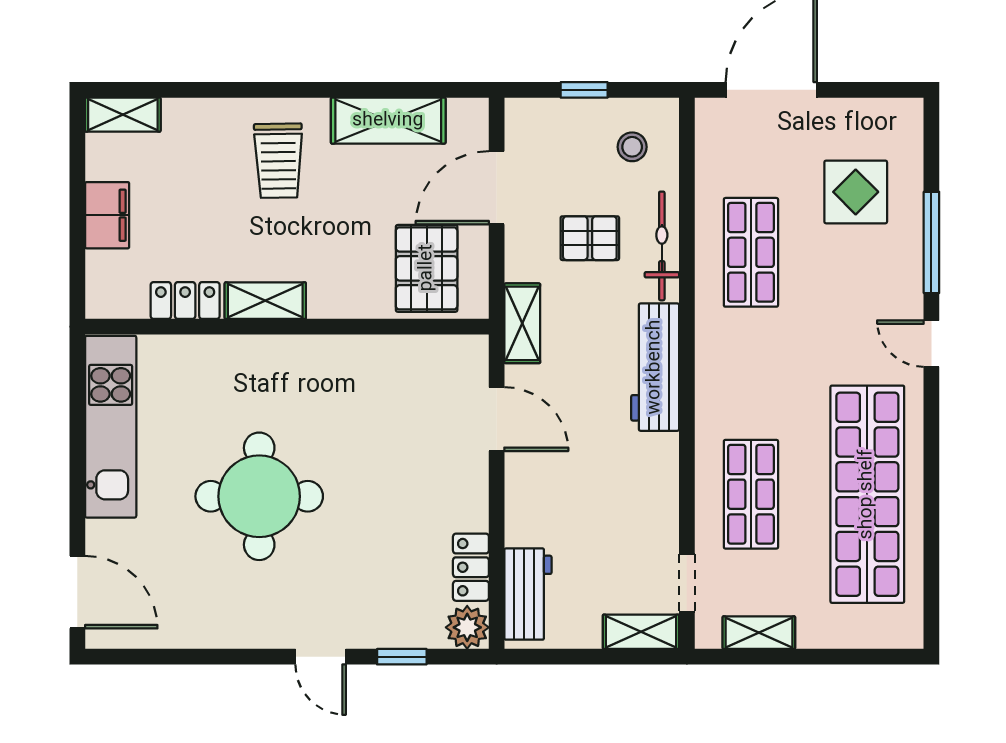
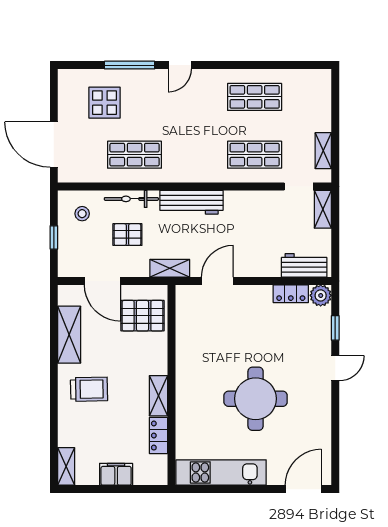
pallet: (590, 238) -> (127, 235), turned 90
shop shelf: (867, 494) -> (255, 97), width x0.50, depth x0.74

